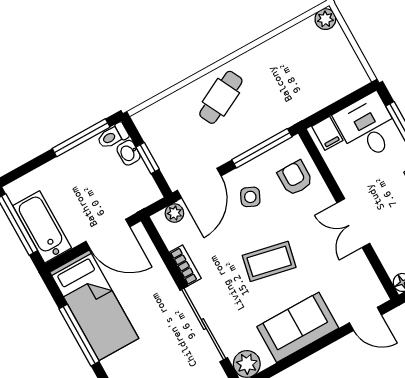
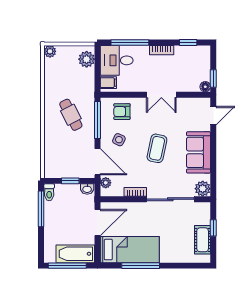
plant: (344, 81) -> (87, 59), added
cafe table: (221, 97) -> (71, 115), moved
washbasin: (129, 153) -> (87, 189), moved

